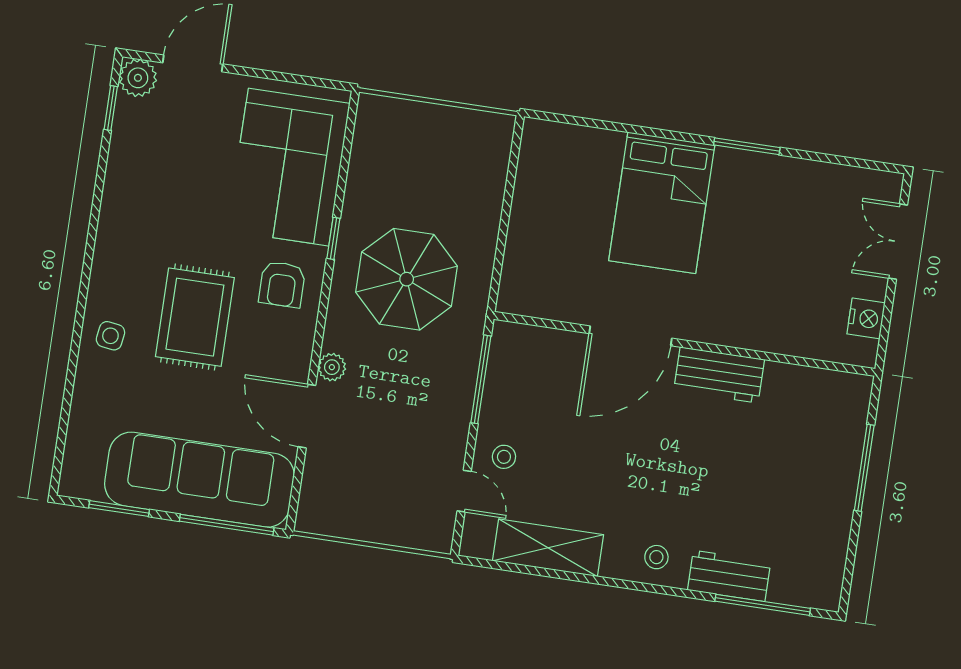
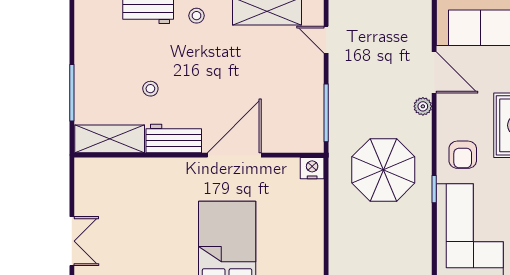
armchair: (282, 284) -> (463, 155), turned 180
nightstand: (866, 318) -> (312, 168), moved, turned 90
shelving: (817, 389) -> (110, 139), added
stool: (504, 457) -> (150, 89), moved

